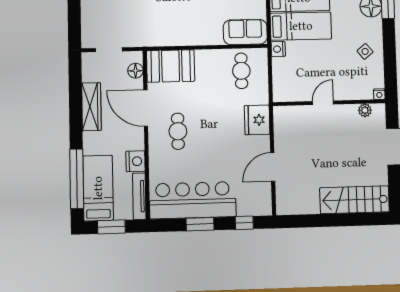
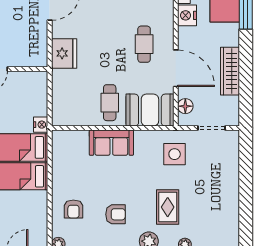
side table: (145, 23) -> (175, 154), added
sofa: (245, 32) -> (111, 143), moved
cafe table: (241, 71) -> (110, 103), moved

